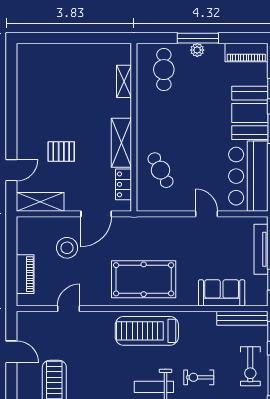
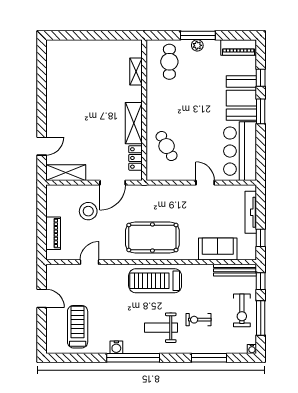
pallet: (61, 152) -> (83, 130), removed

